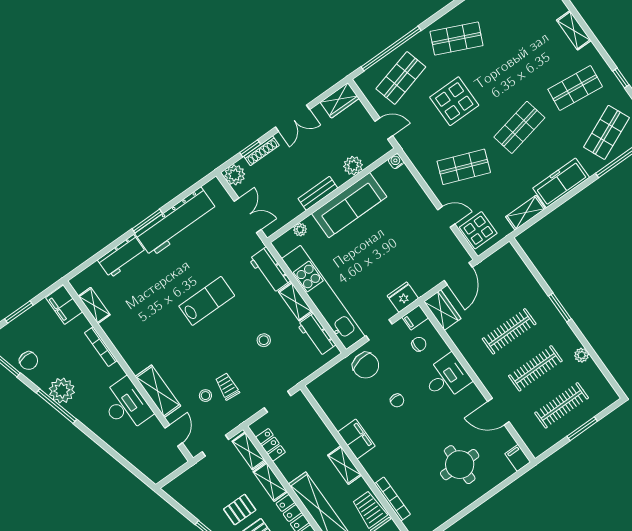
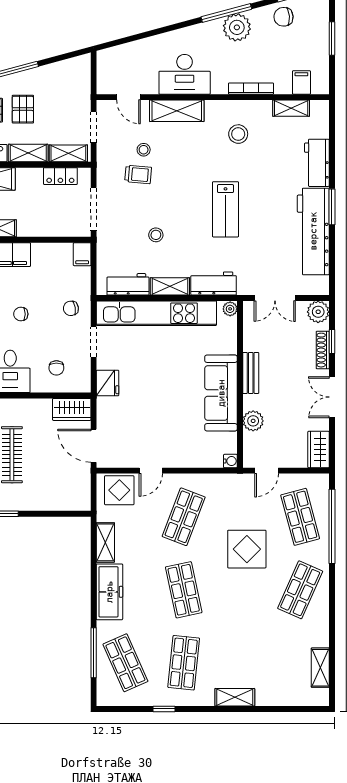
plant: (300, 230) -> (230, 309), moved
filing cabinet: (64, 305) -> (301, 82), width x0.50
filing cabinet: (415, 317) -> (82, 254), moved, turned 180
stool: (142, 332) -> (238, 134), added
chair: (366, 365) -> (71, 308), width x0.54, depth x0.54
doorway: (278, 402) -> (94, 209), width x1.38

